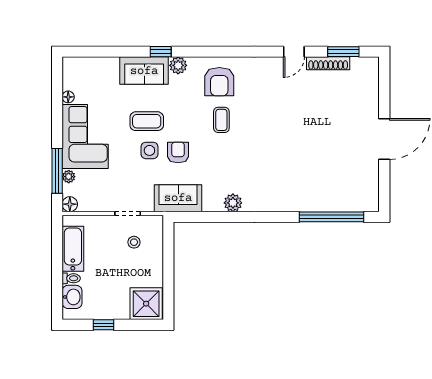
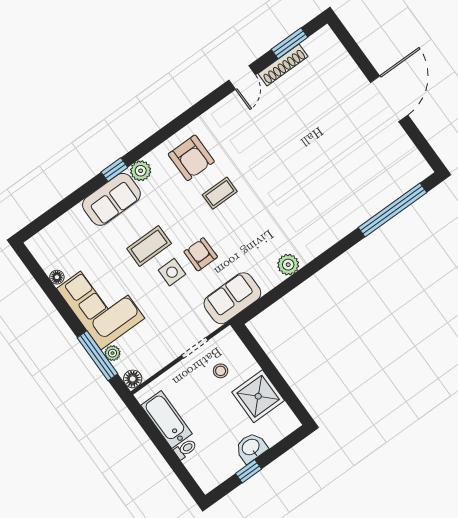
coffee table: (221, 120) -> (220, 193), turned 90
washbasin: (72, 297) -> (251, 448), moved, turned -90
shower: (146, 304) -> (258, 396), moved

